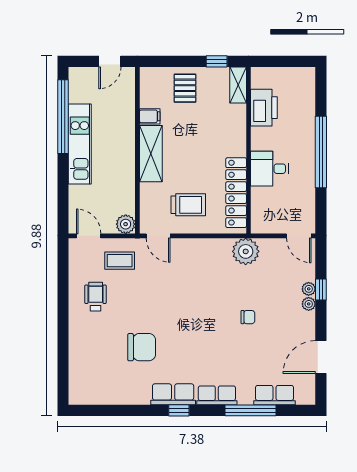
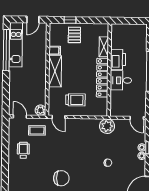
window: (217, 61) -> (70, 20), moved
shelving: (238, 85) -> (104, 47), moved
printer: (264, 108) -> (118, 59), moved
kitchen unit: (80, 144) -> (16, 45), moved
locker: (236, 193) -> (102, 78), moved
chair: (142, 347) -> (61, 178), moved

